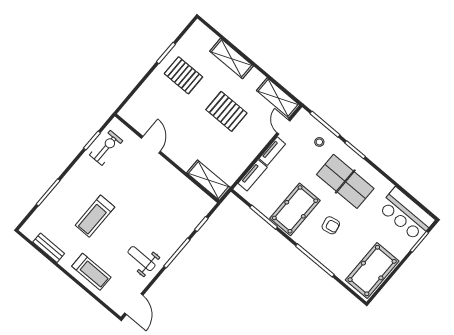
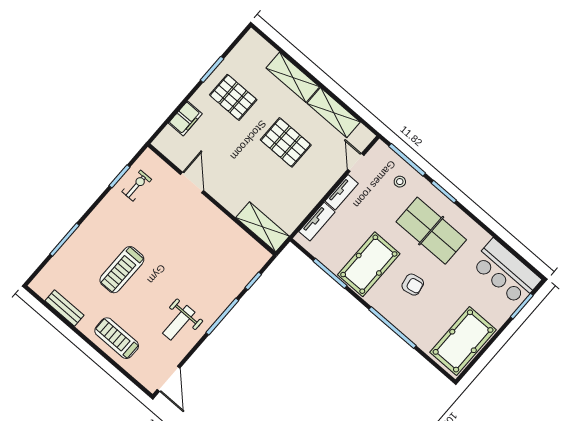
filing cabinet: (145, 93) -> (185, 118), added
shelving: (278, 98) -> (334, 113), moved
exercise bike: (106, 148) -> (137, 186), width x0.73, depth x0.72
weight bench: (142, 259) -> (179, 323), turned -90
treadmill: (91, 272) -> (117, 338), turned 180

